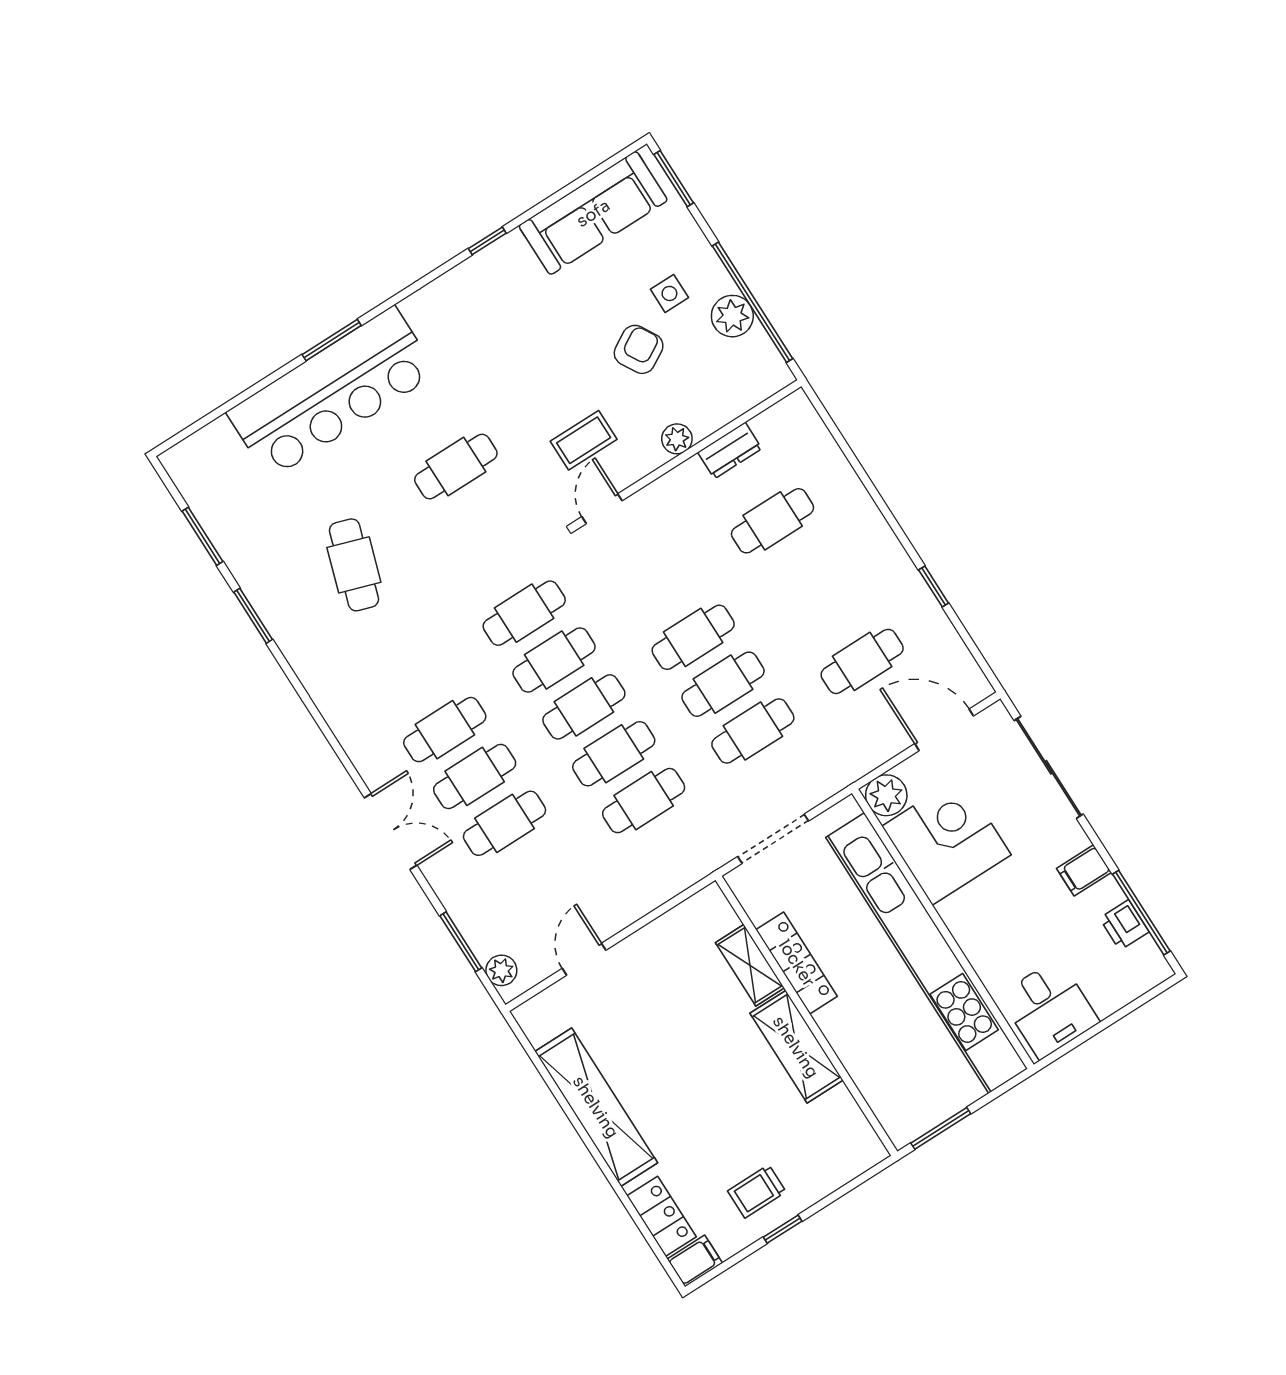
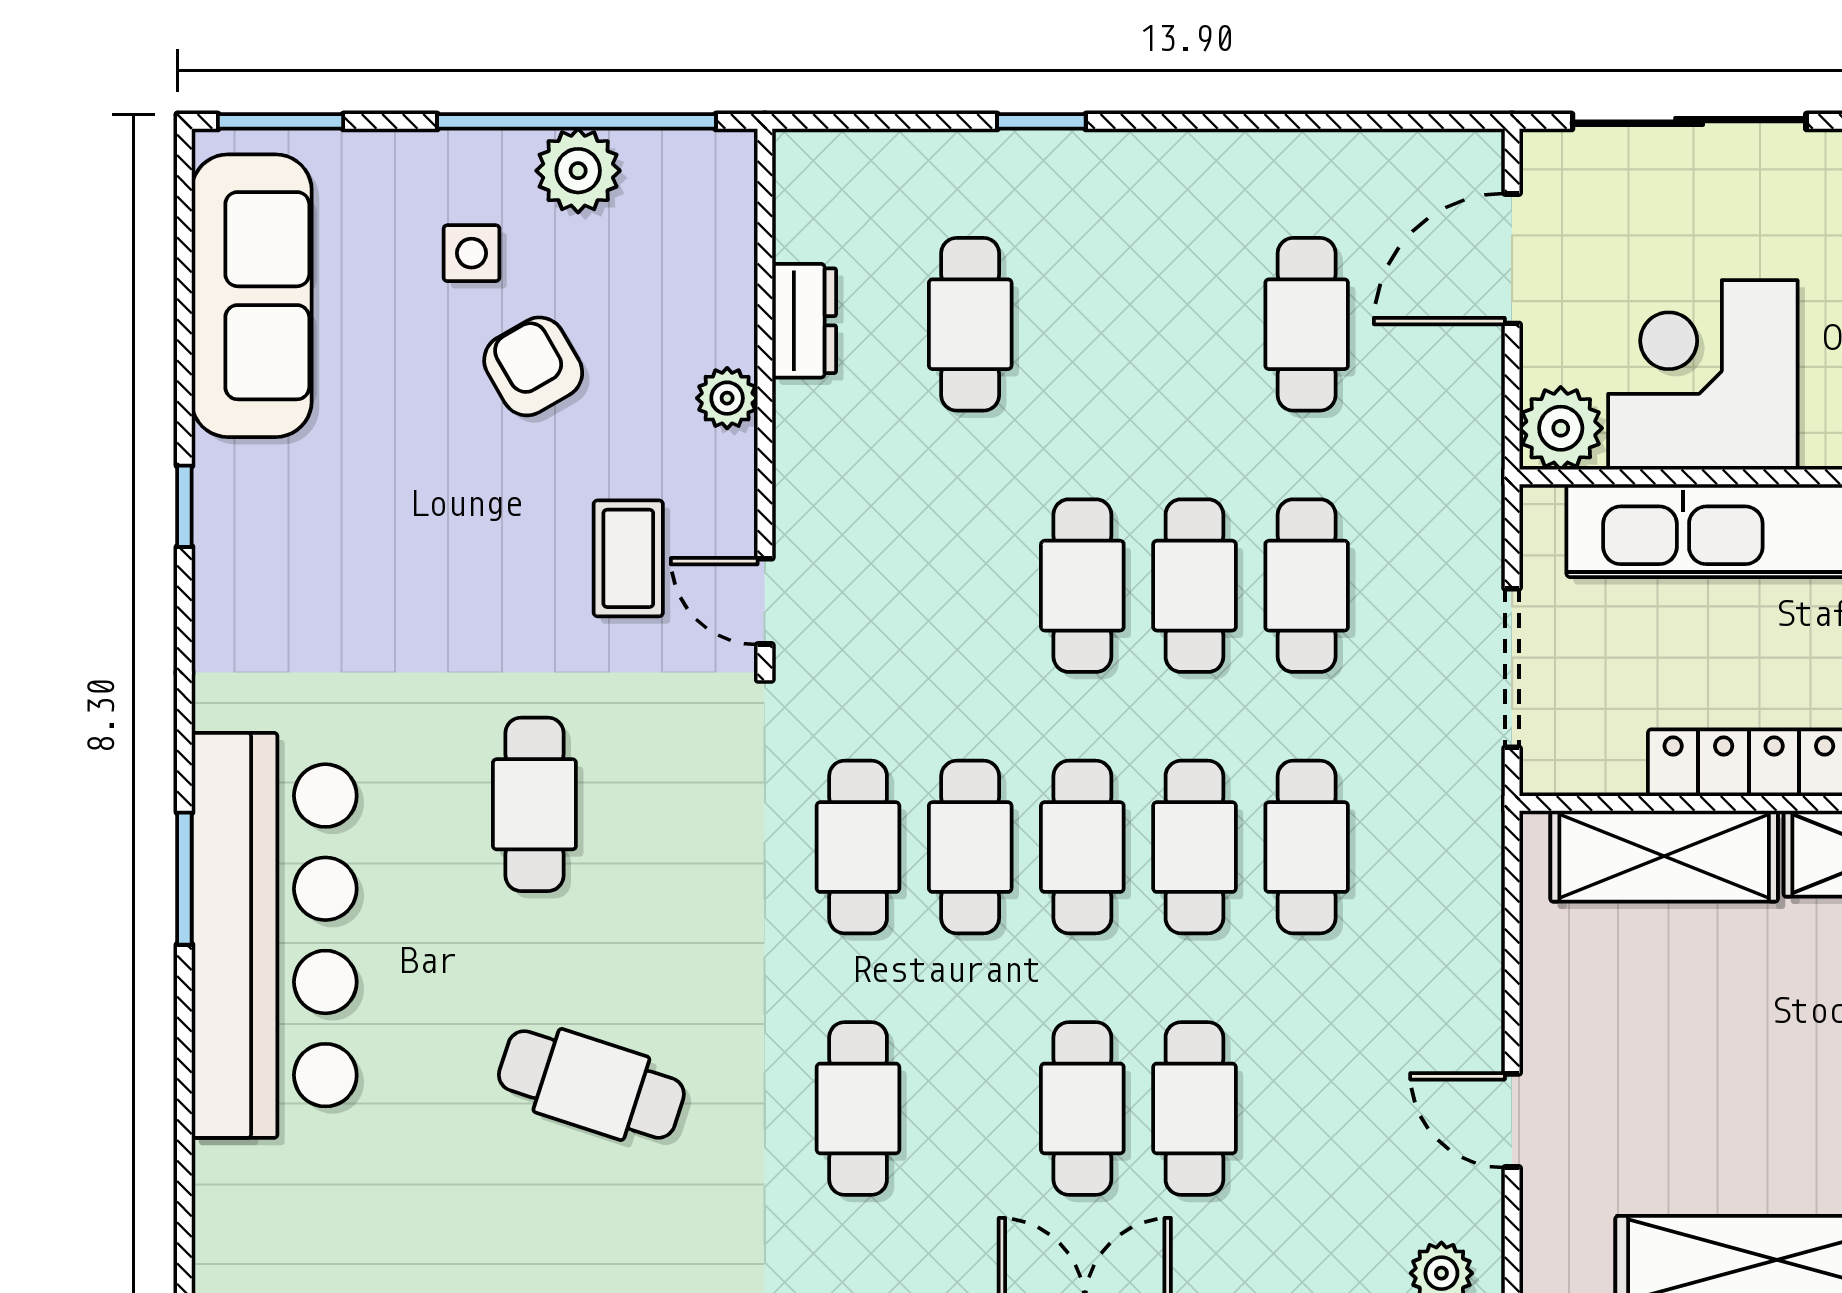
window: (934, 587) -> (1041, 121), moved
cafe table: (445, 730) -> (858, 1108), moved
shelving: (750, 965) -> (1664, 856), width x1.50, depth x1.33

